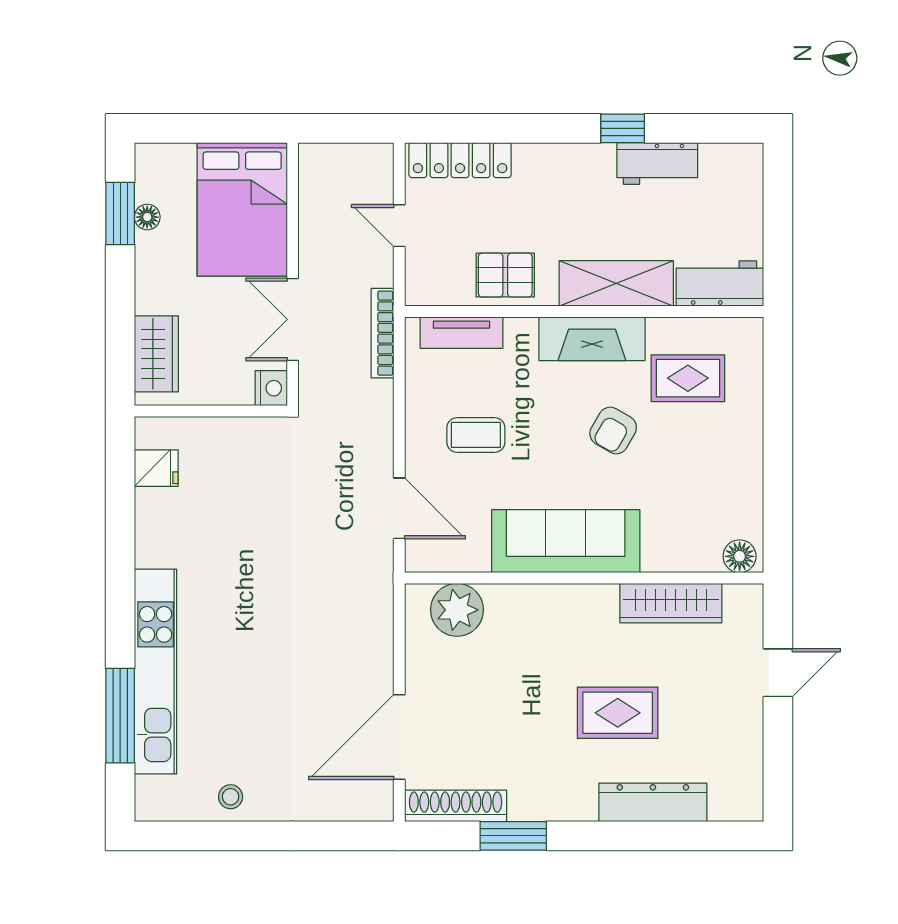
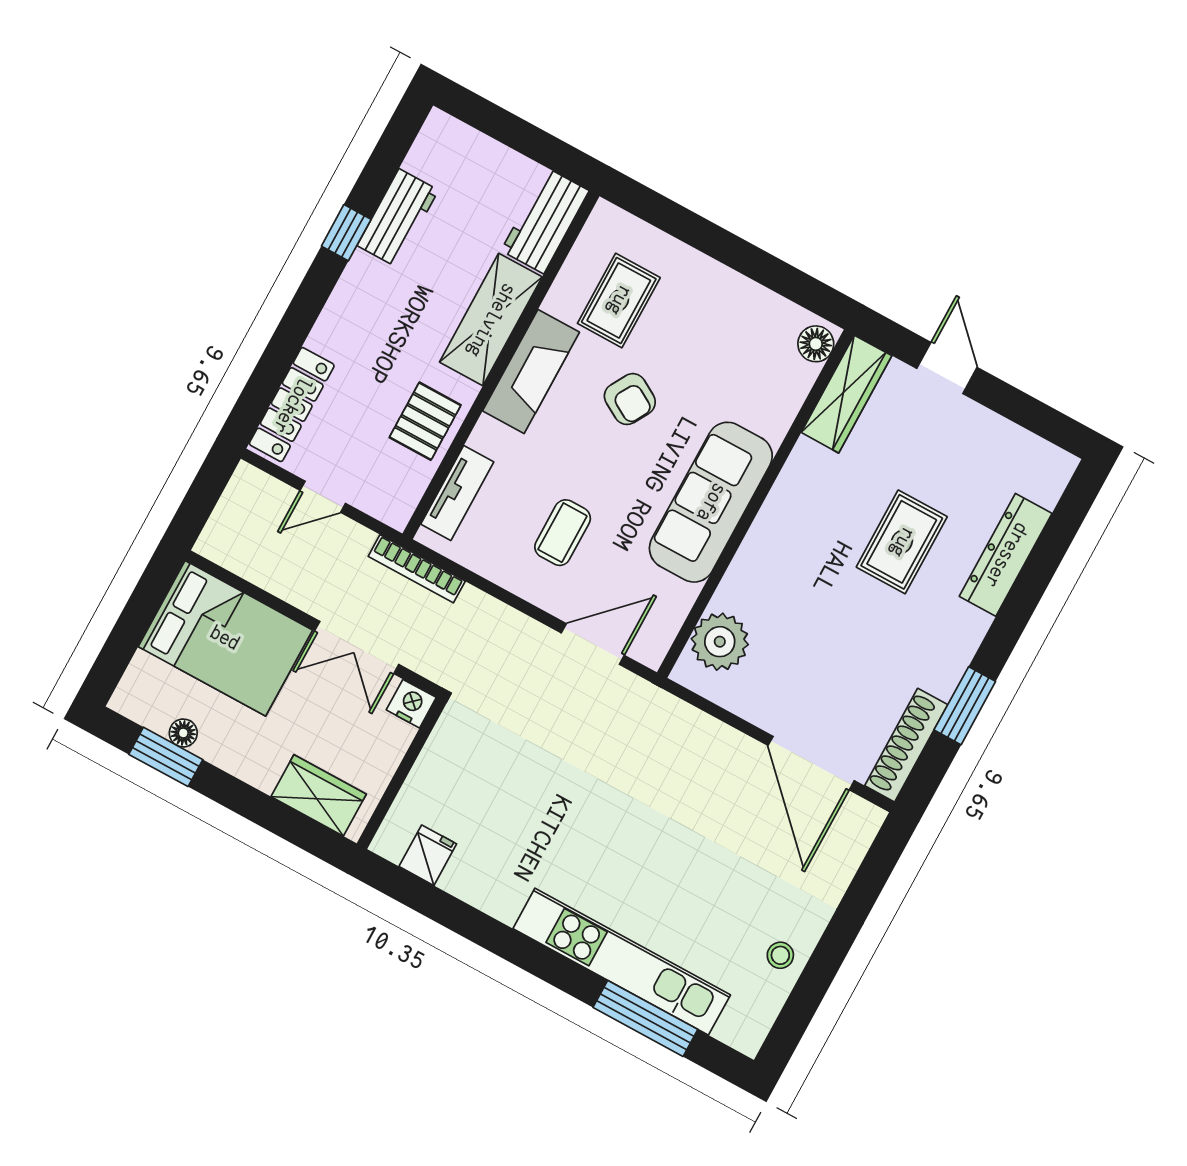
wardrobe: (671, 603) -> (846, 394), moved

